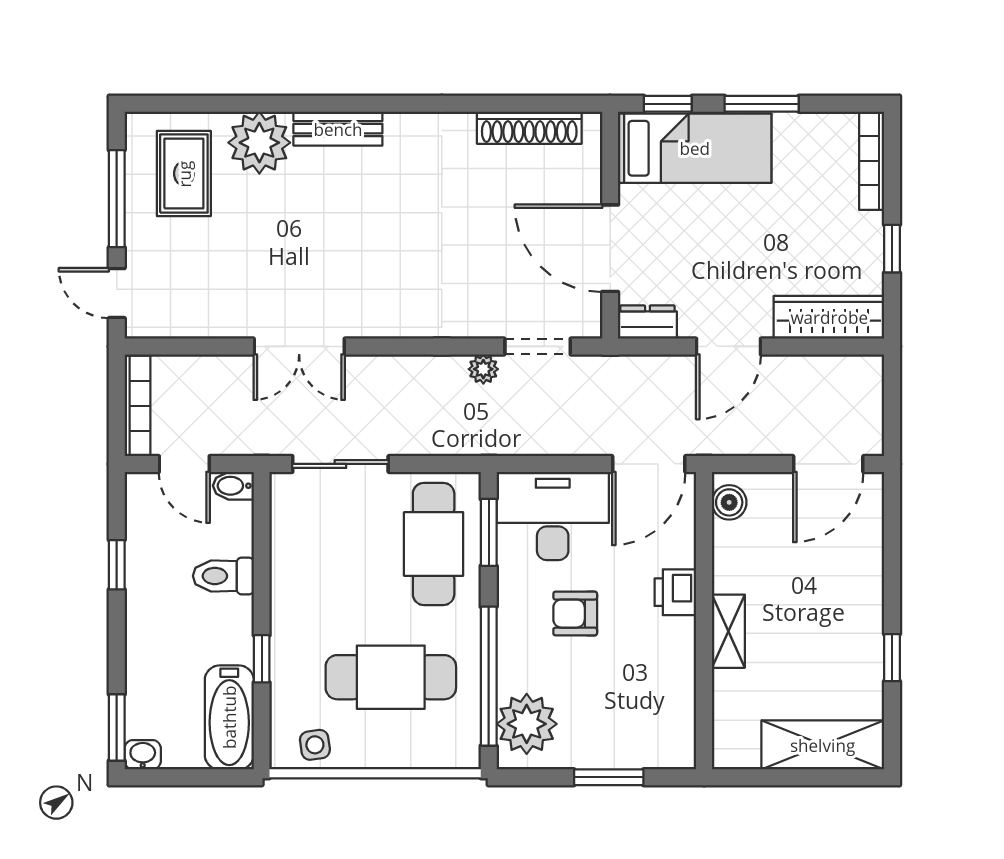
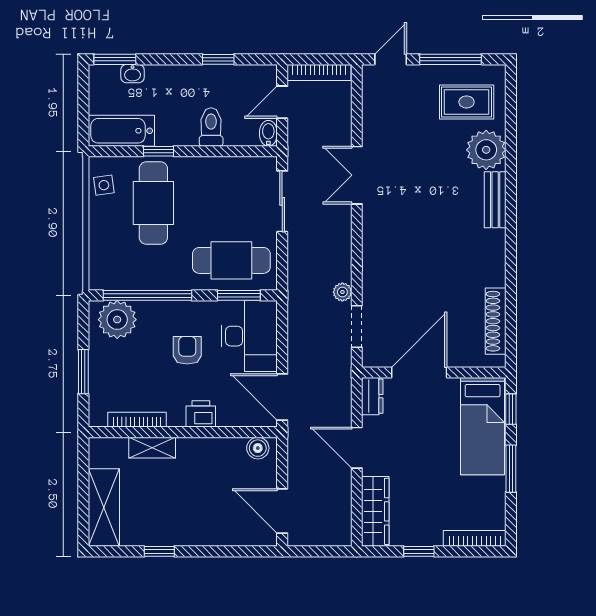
shelving: (728, 631) -> (152, 448), moved
cafe table: (391, 677) -> (153, 203), moved
bookcase: (684, 693) -> (137, 420), added
washbasin: (143, 755) -> (133, 74), moved, turned 90

